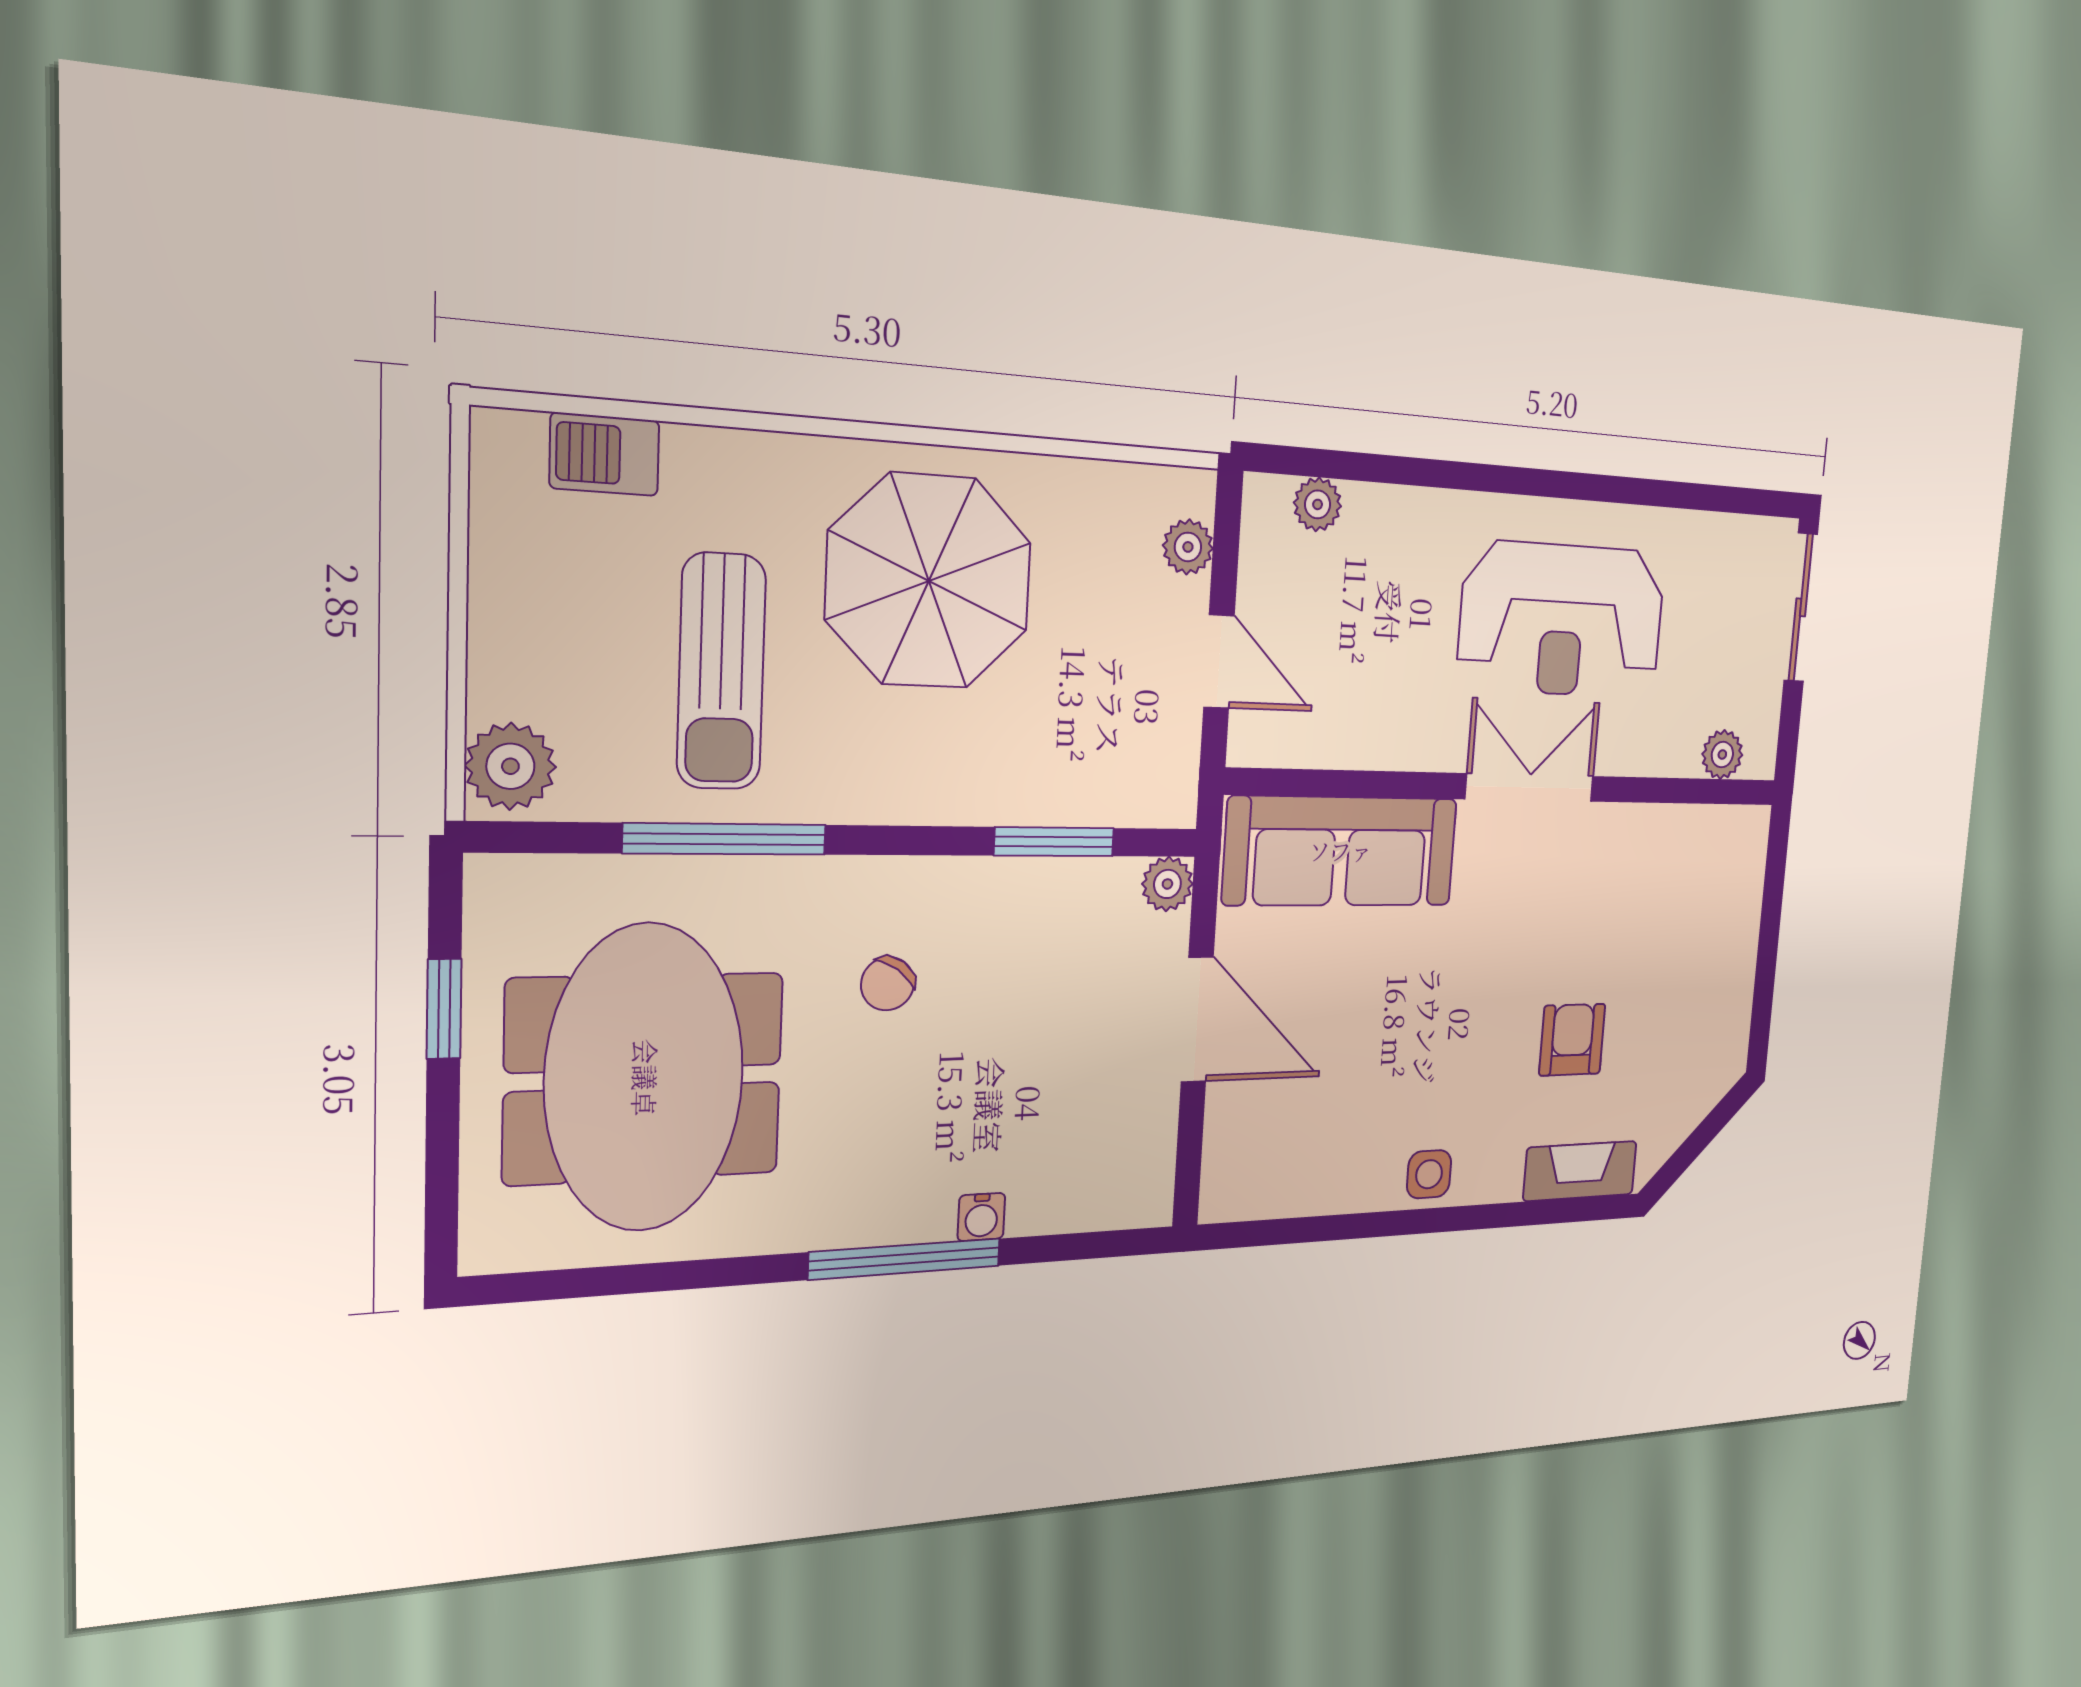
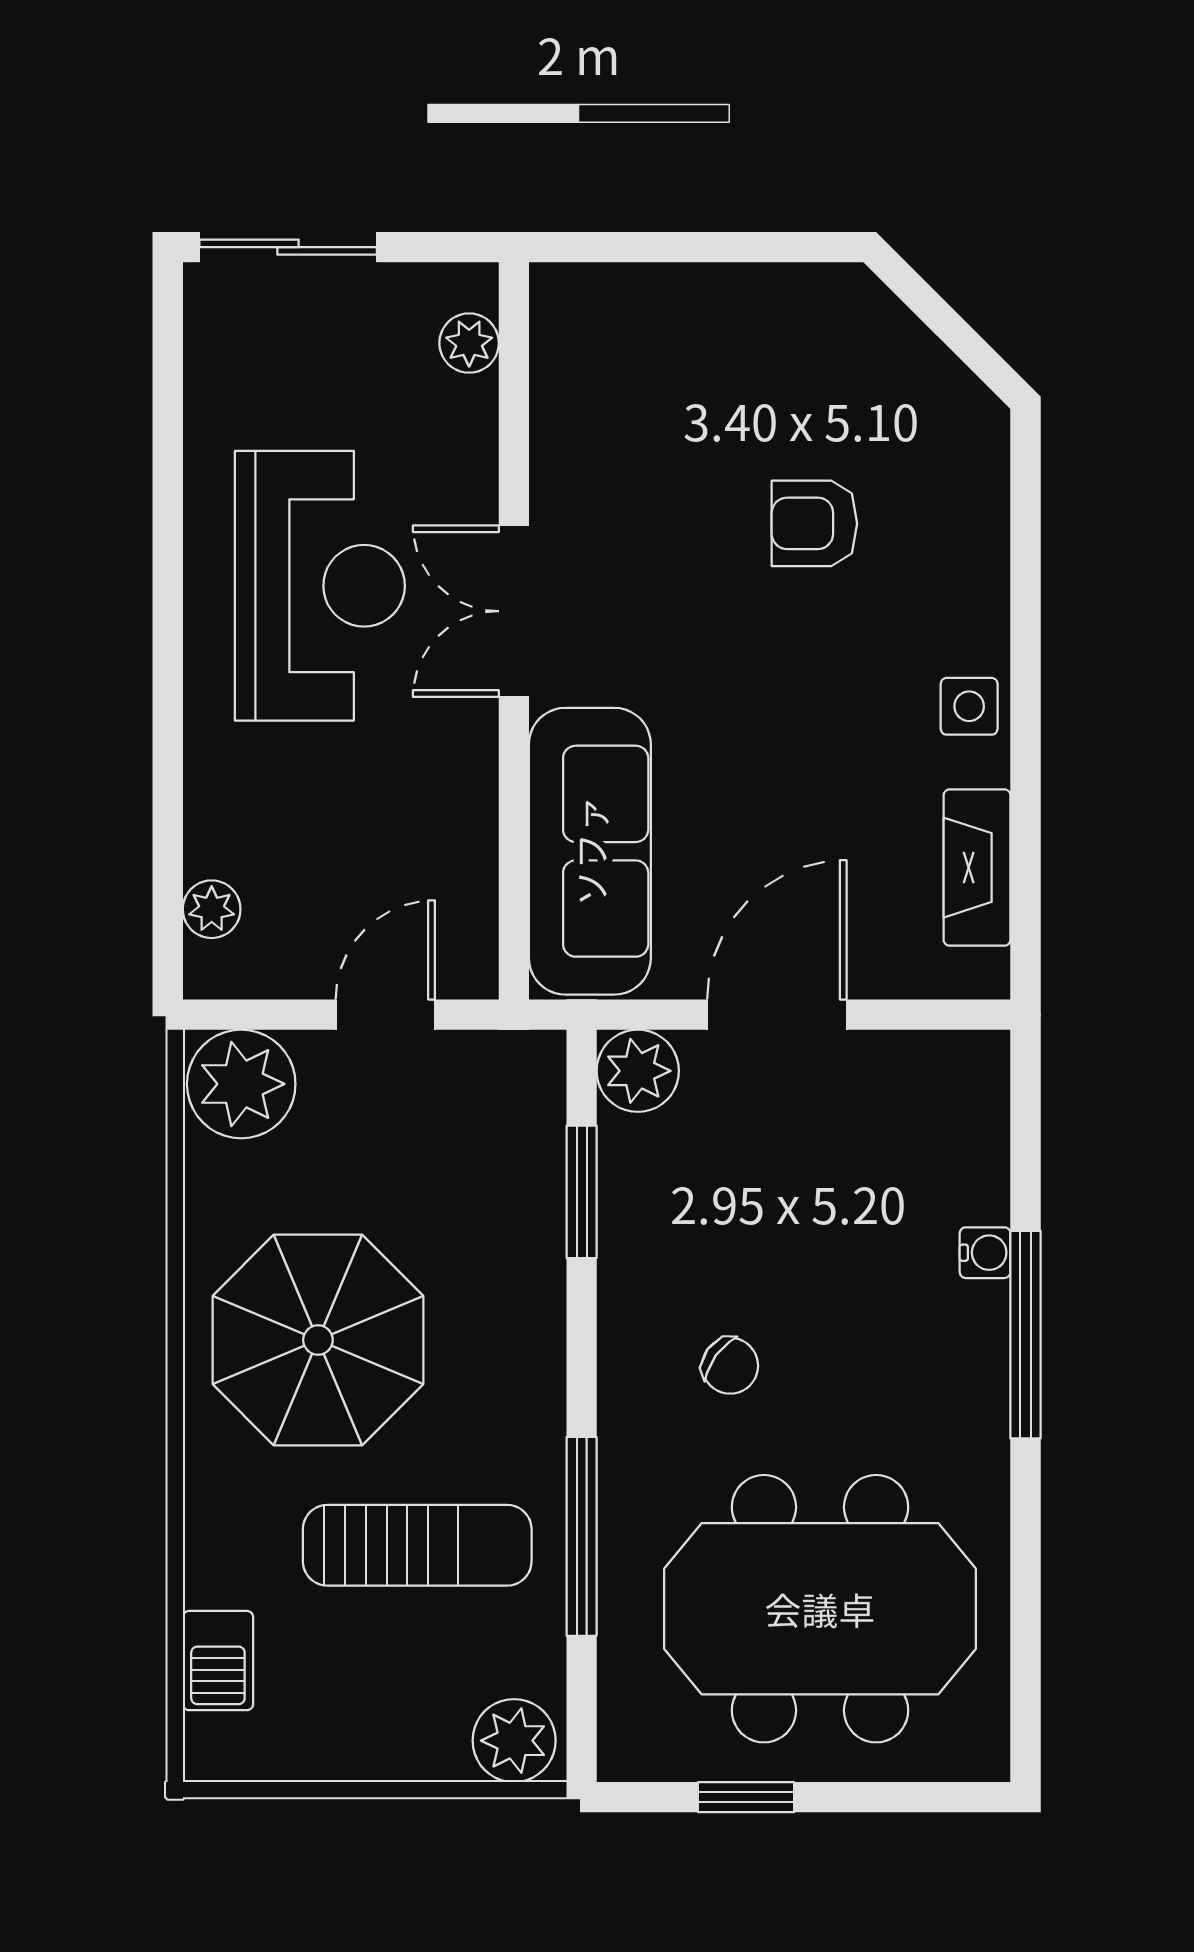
plant: (1188, 547) -> (241, 1084), width x1.87, depth x1.87
plant: (1167, 884) -> (638, 1071), width x1.38, depth x1.38
fireplace: (1580, 1171) -> (977, 868), moved

